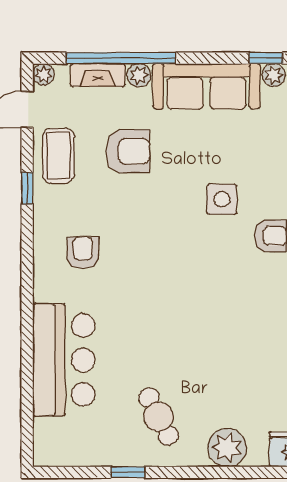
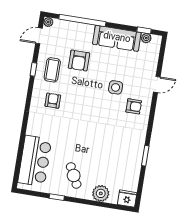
fireplace: (98, 75) -> (71, 26), removed
plant: (139, 75) -> (89, 29), removed
armchair: (128, 151) -> (79, 61), turned 90
coffee table: (58, 156) -> (52, 70), moved
bar counter: (64, 360) -> (35, 161), moved

